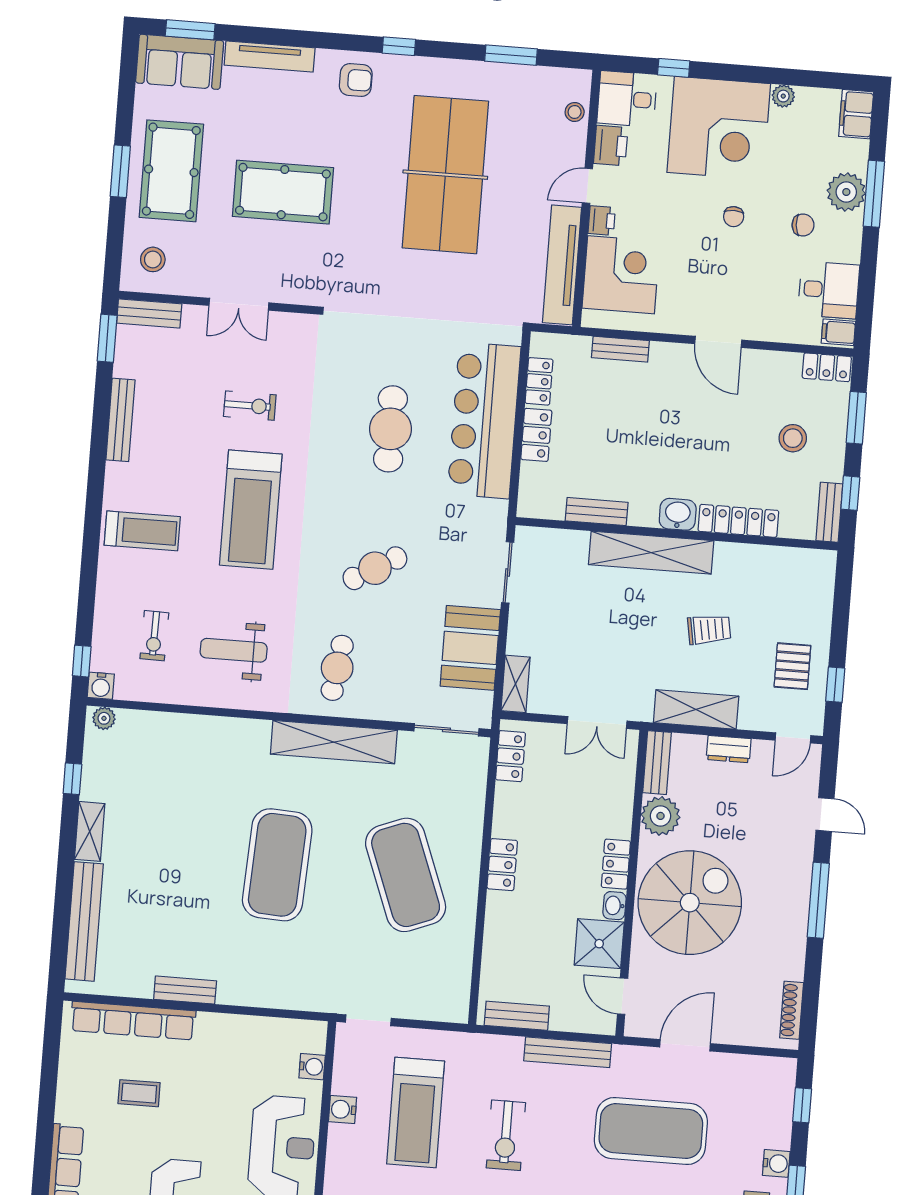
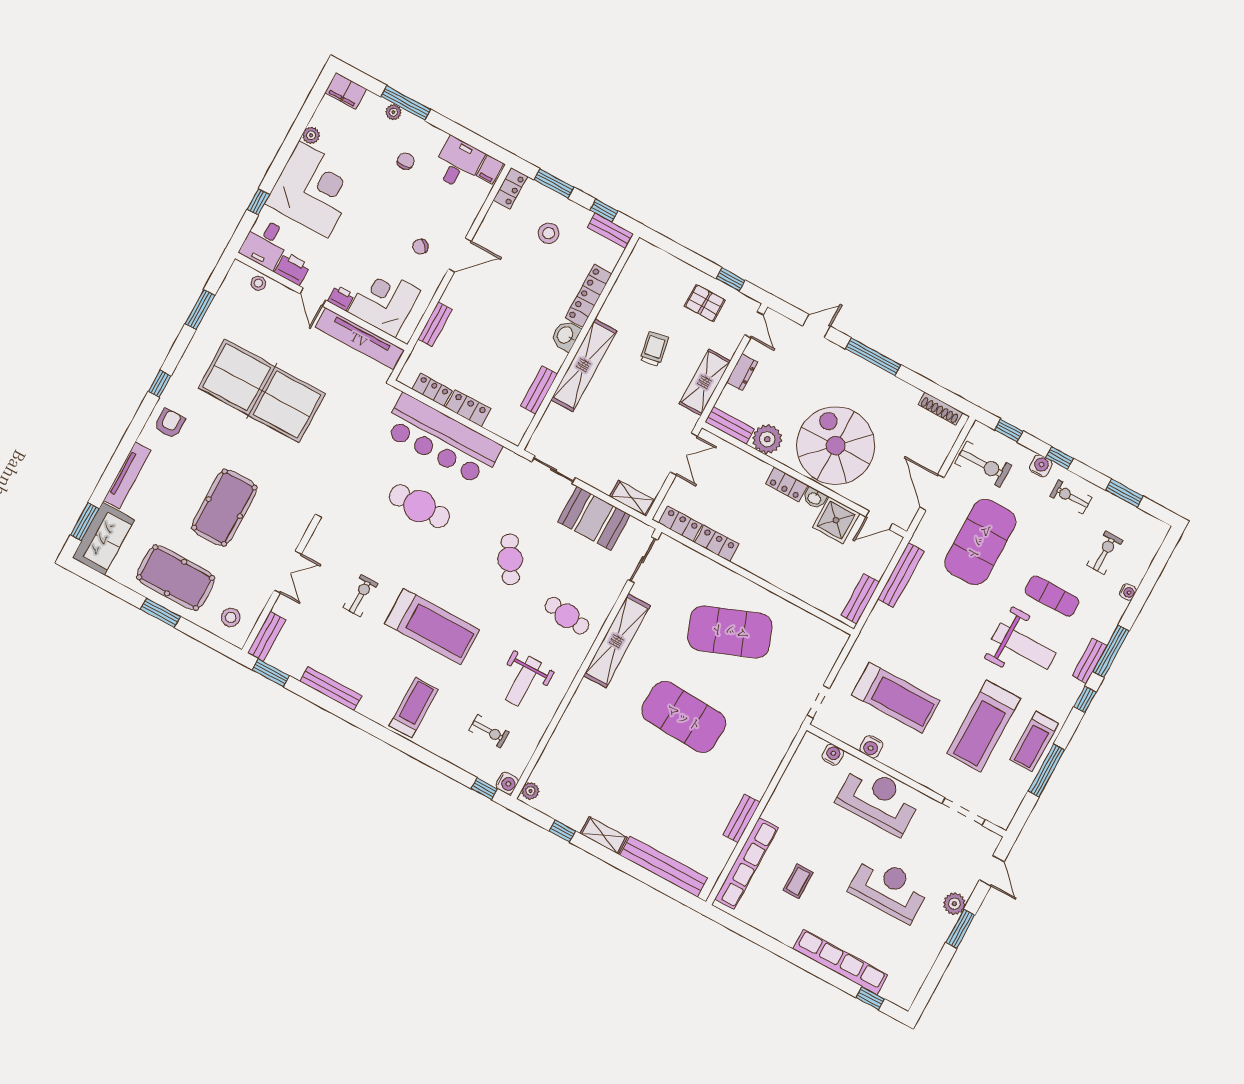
plant: (846, 192) -> (393, 112), width x0.53, depth x0.53
chair: (734, 217) -> (420, 247), moved, turned 136
locker: (502, 865) -> (717, 543), moved
exercise bike: (506, 1135) -> (983, 464), moved

